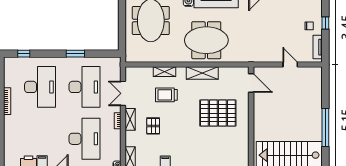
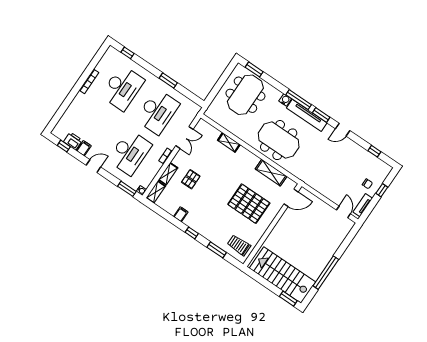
door: (290, 64) -> (343, 212), moved
shelving: (202, 73) -> (271, 173), moved
door: (251, 83) -> (291, 198), hinge flipped
double door: (123, 93) -> (184, 137), swing flipped
trolley: (166, 95) -> (239, 245), moved
shelving: (130, 119) -> (168, 174), moved

